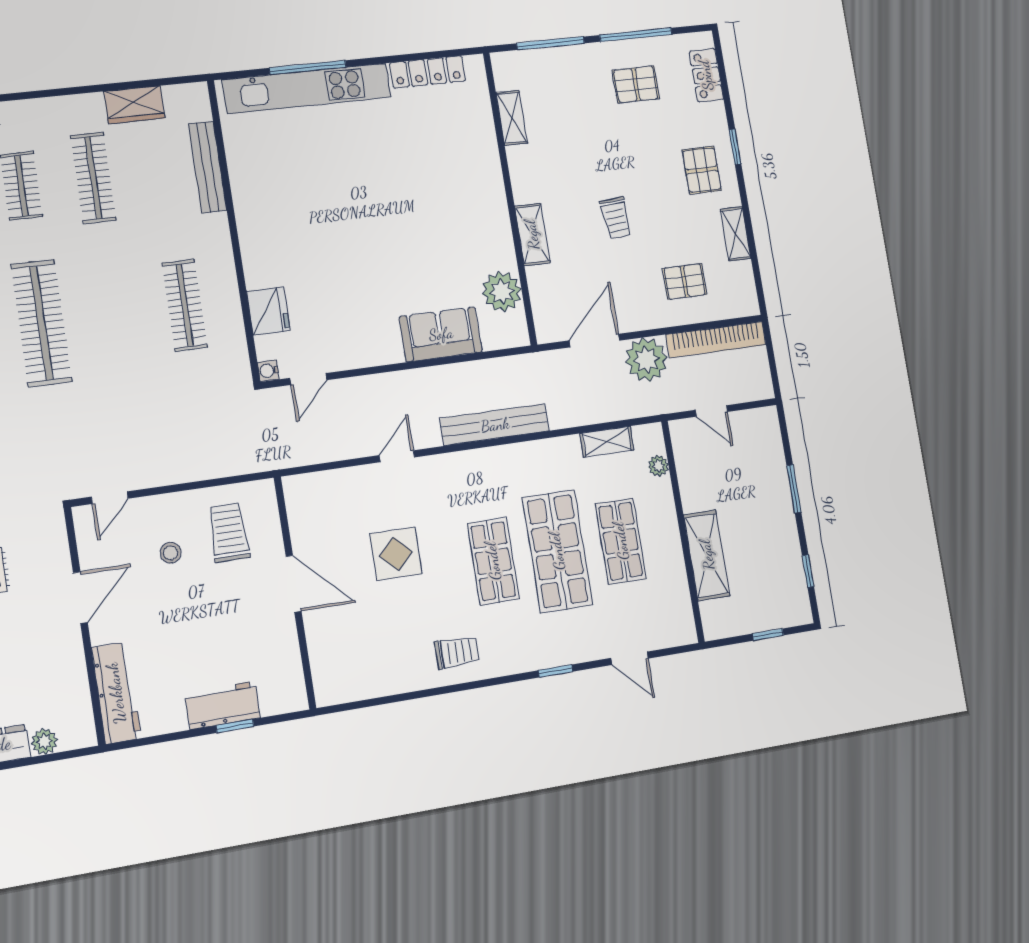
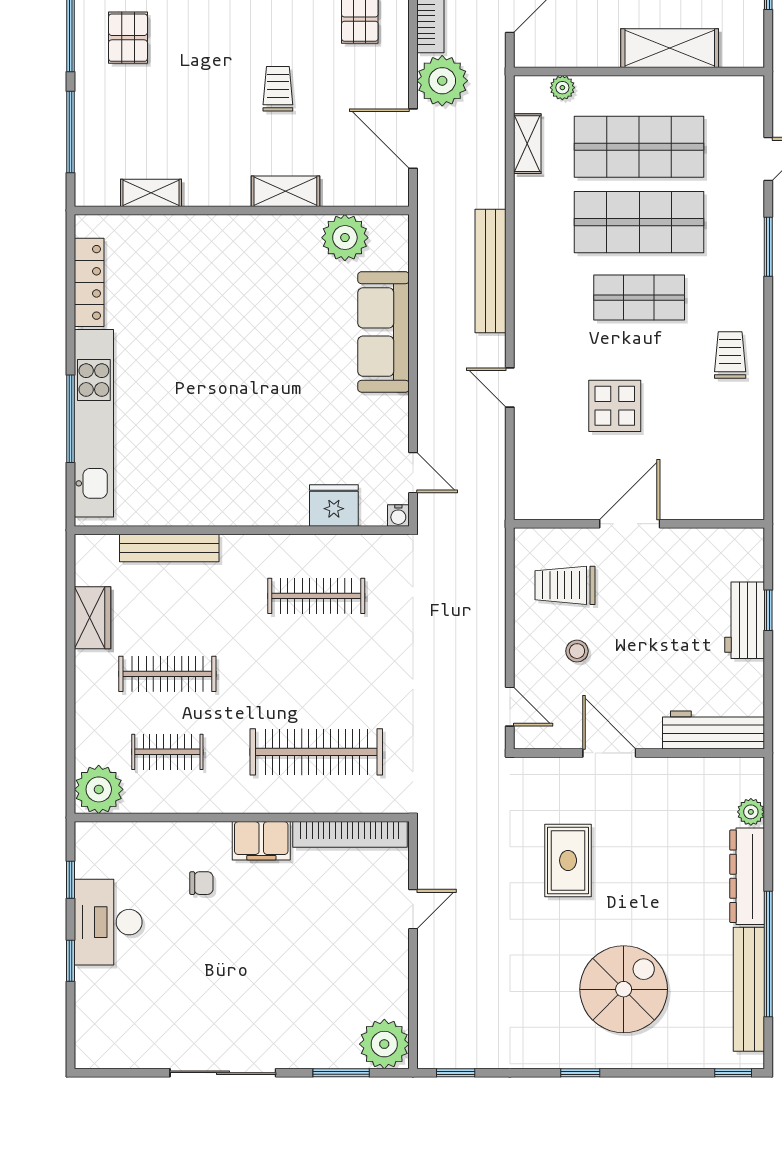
trolley: (616, 218) -> (278, 89), turned -85
sofa: (441, 334) -> (383, 332), width x1.36
shop shelf: (621, 541) -> (639, 147), width x1.43, depth x1.36
window: (556, 671) -> (768, 247), width x1.50

